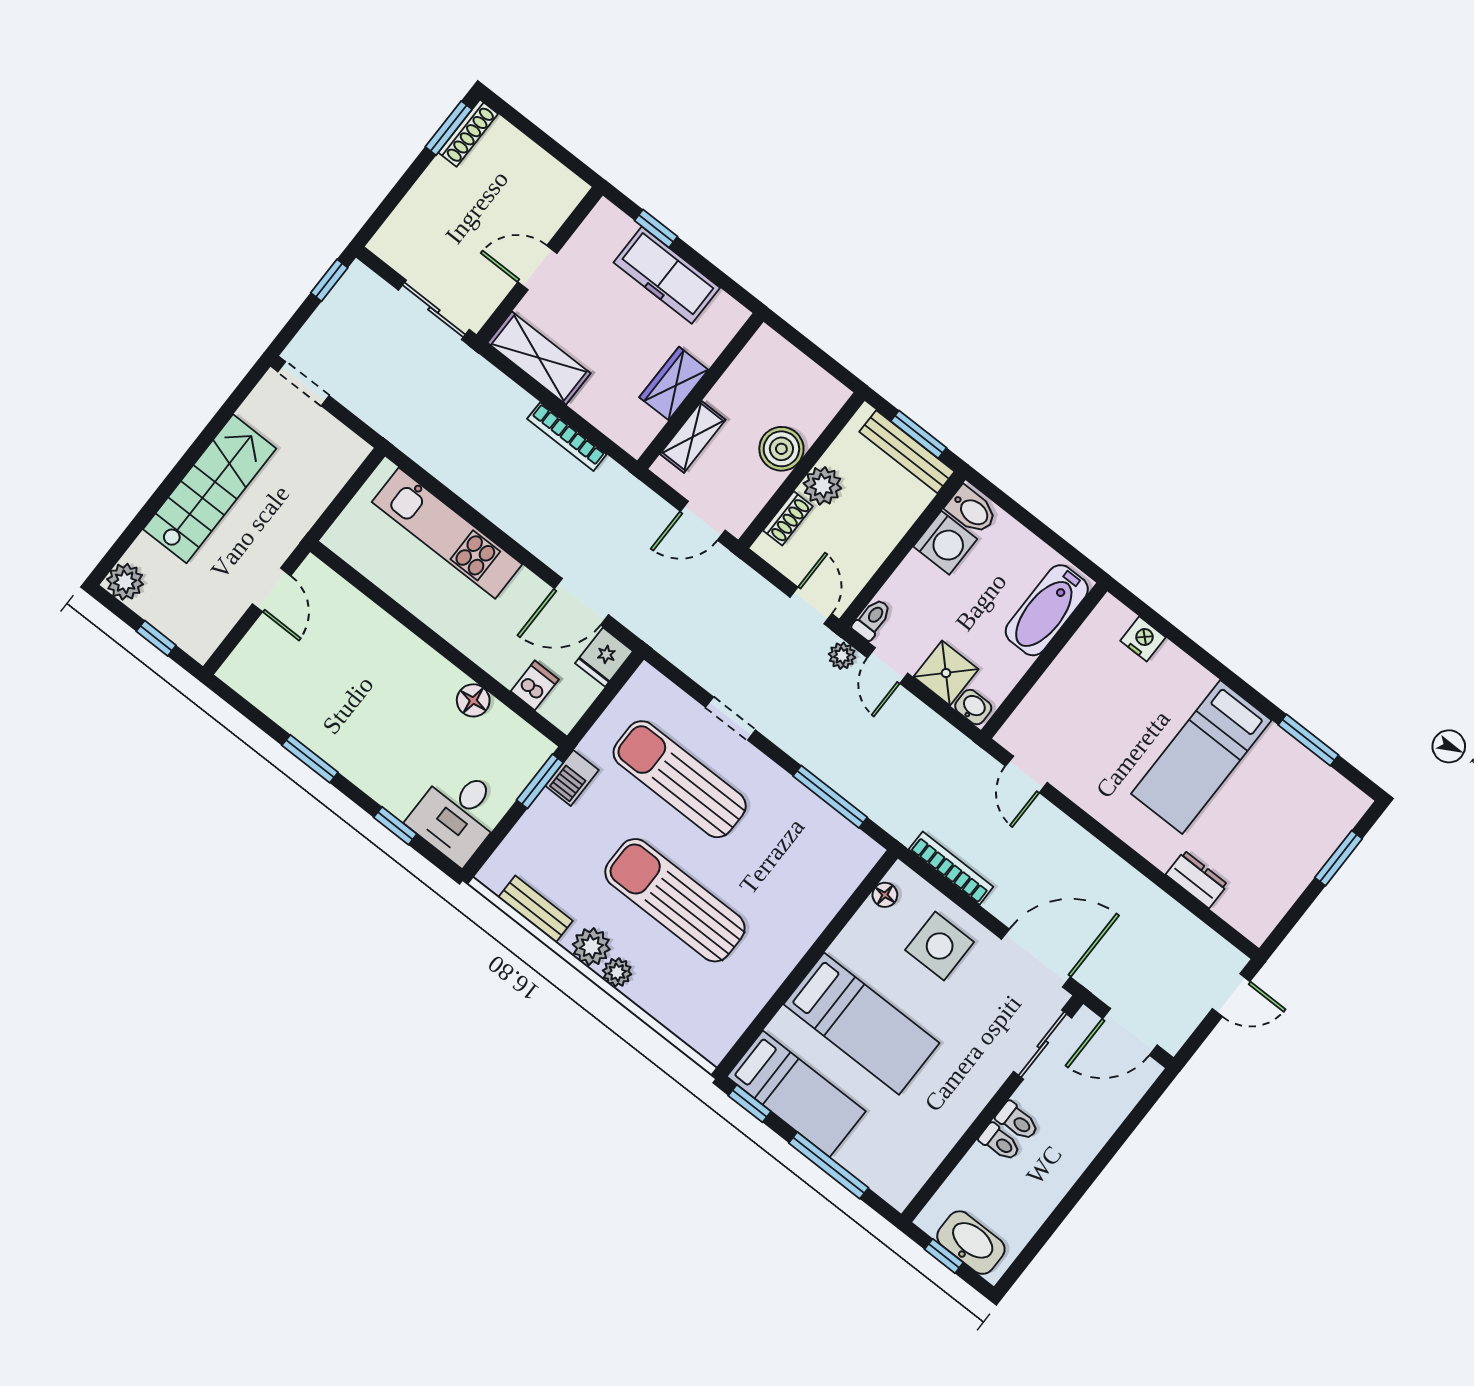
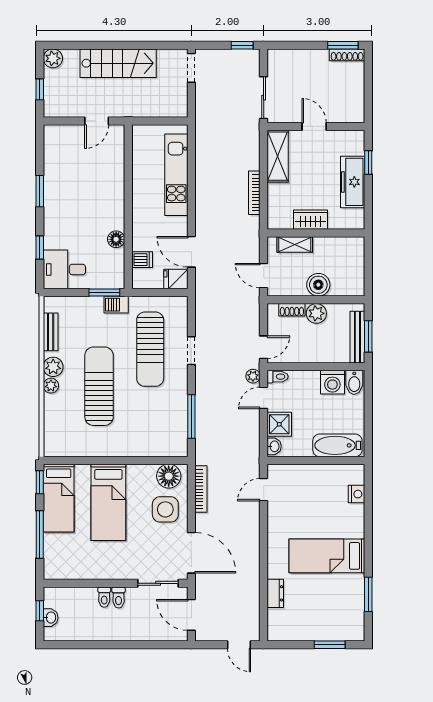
sun lounger: (680, 779) -> (150, 349), turned 180
floor lamp: (885, 895) -> (169, 476), width x1.89, depth x1.89
washbasin: (971, 1243) -> (51, 618), width x0.52, depth x0.69

